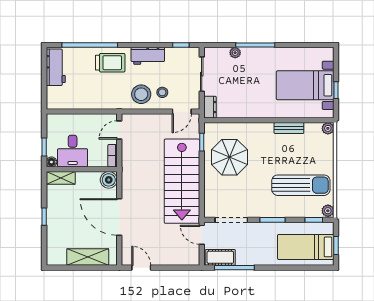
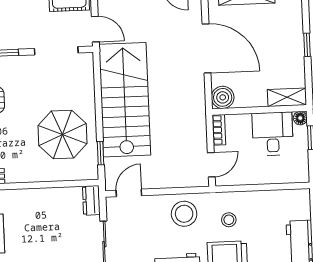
stool: (162, 92) -> (229, 220), moved

